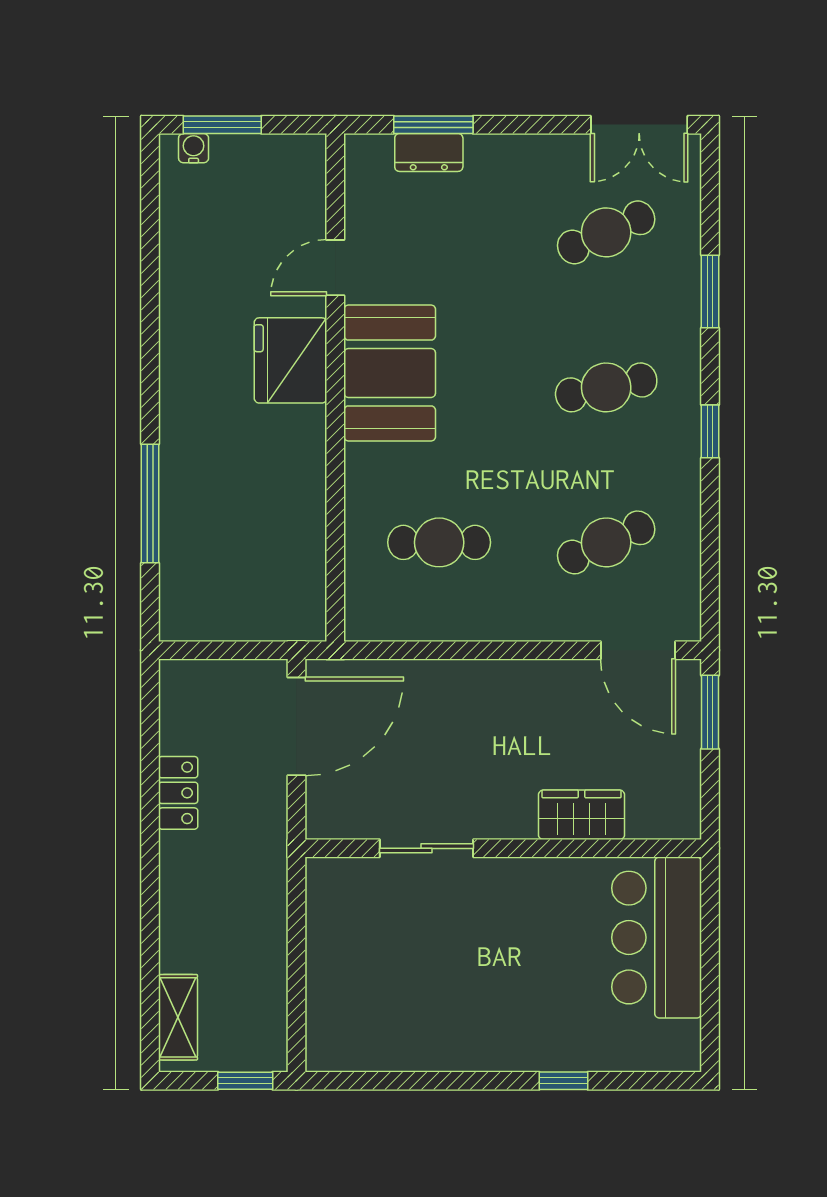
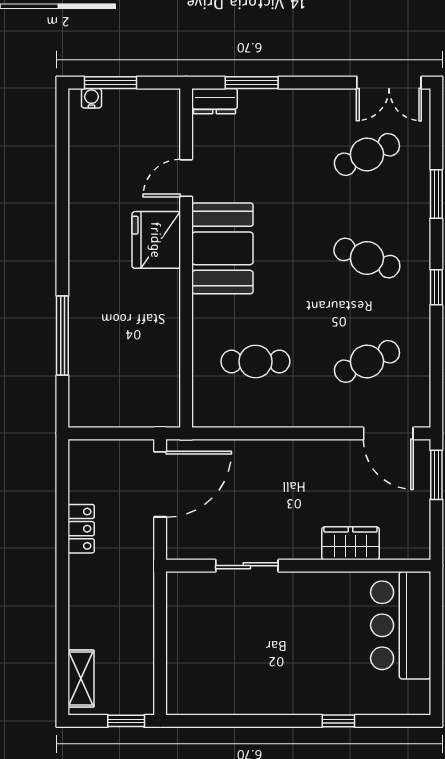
dresser: (429, 152) -> (215, 101), moved
cafe table: (606, 387) -> (367, 258), turned 33

